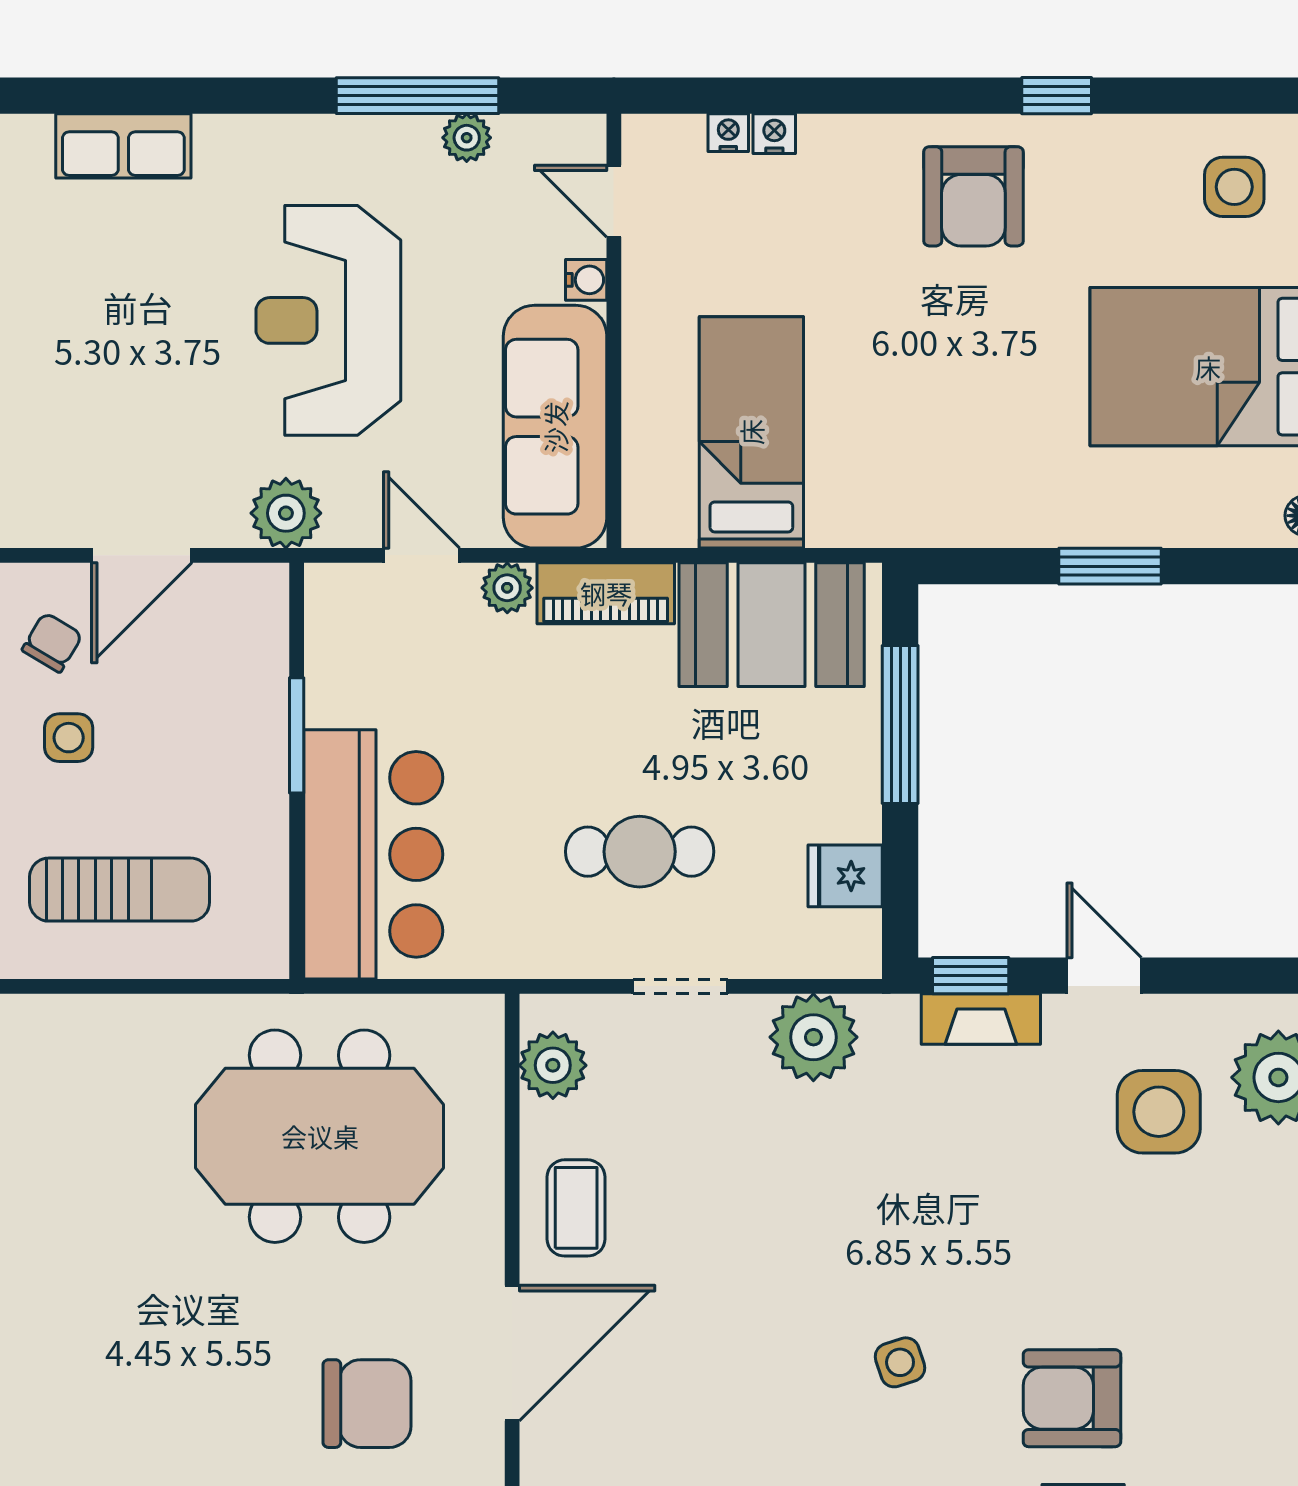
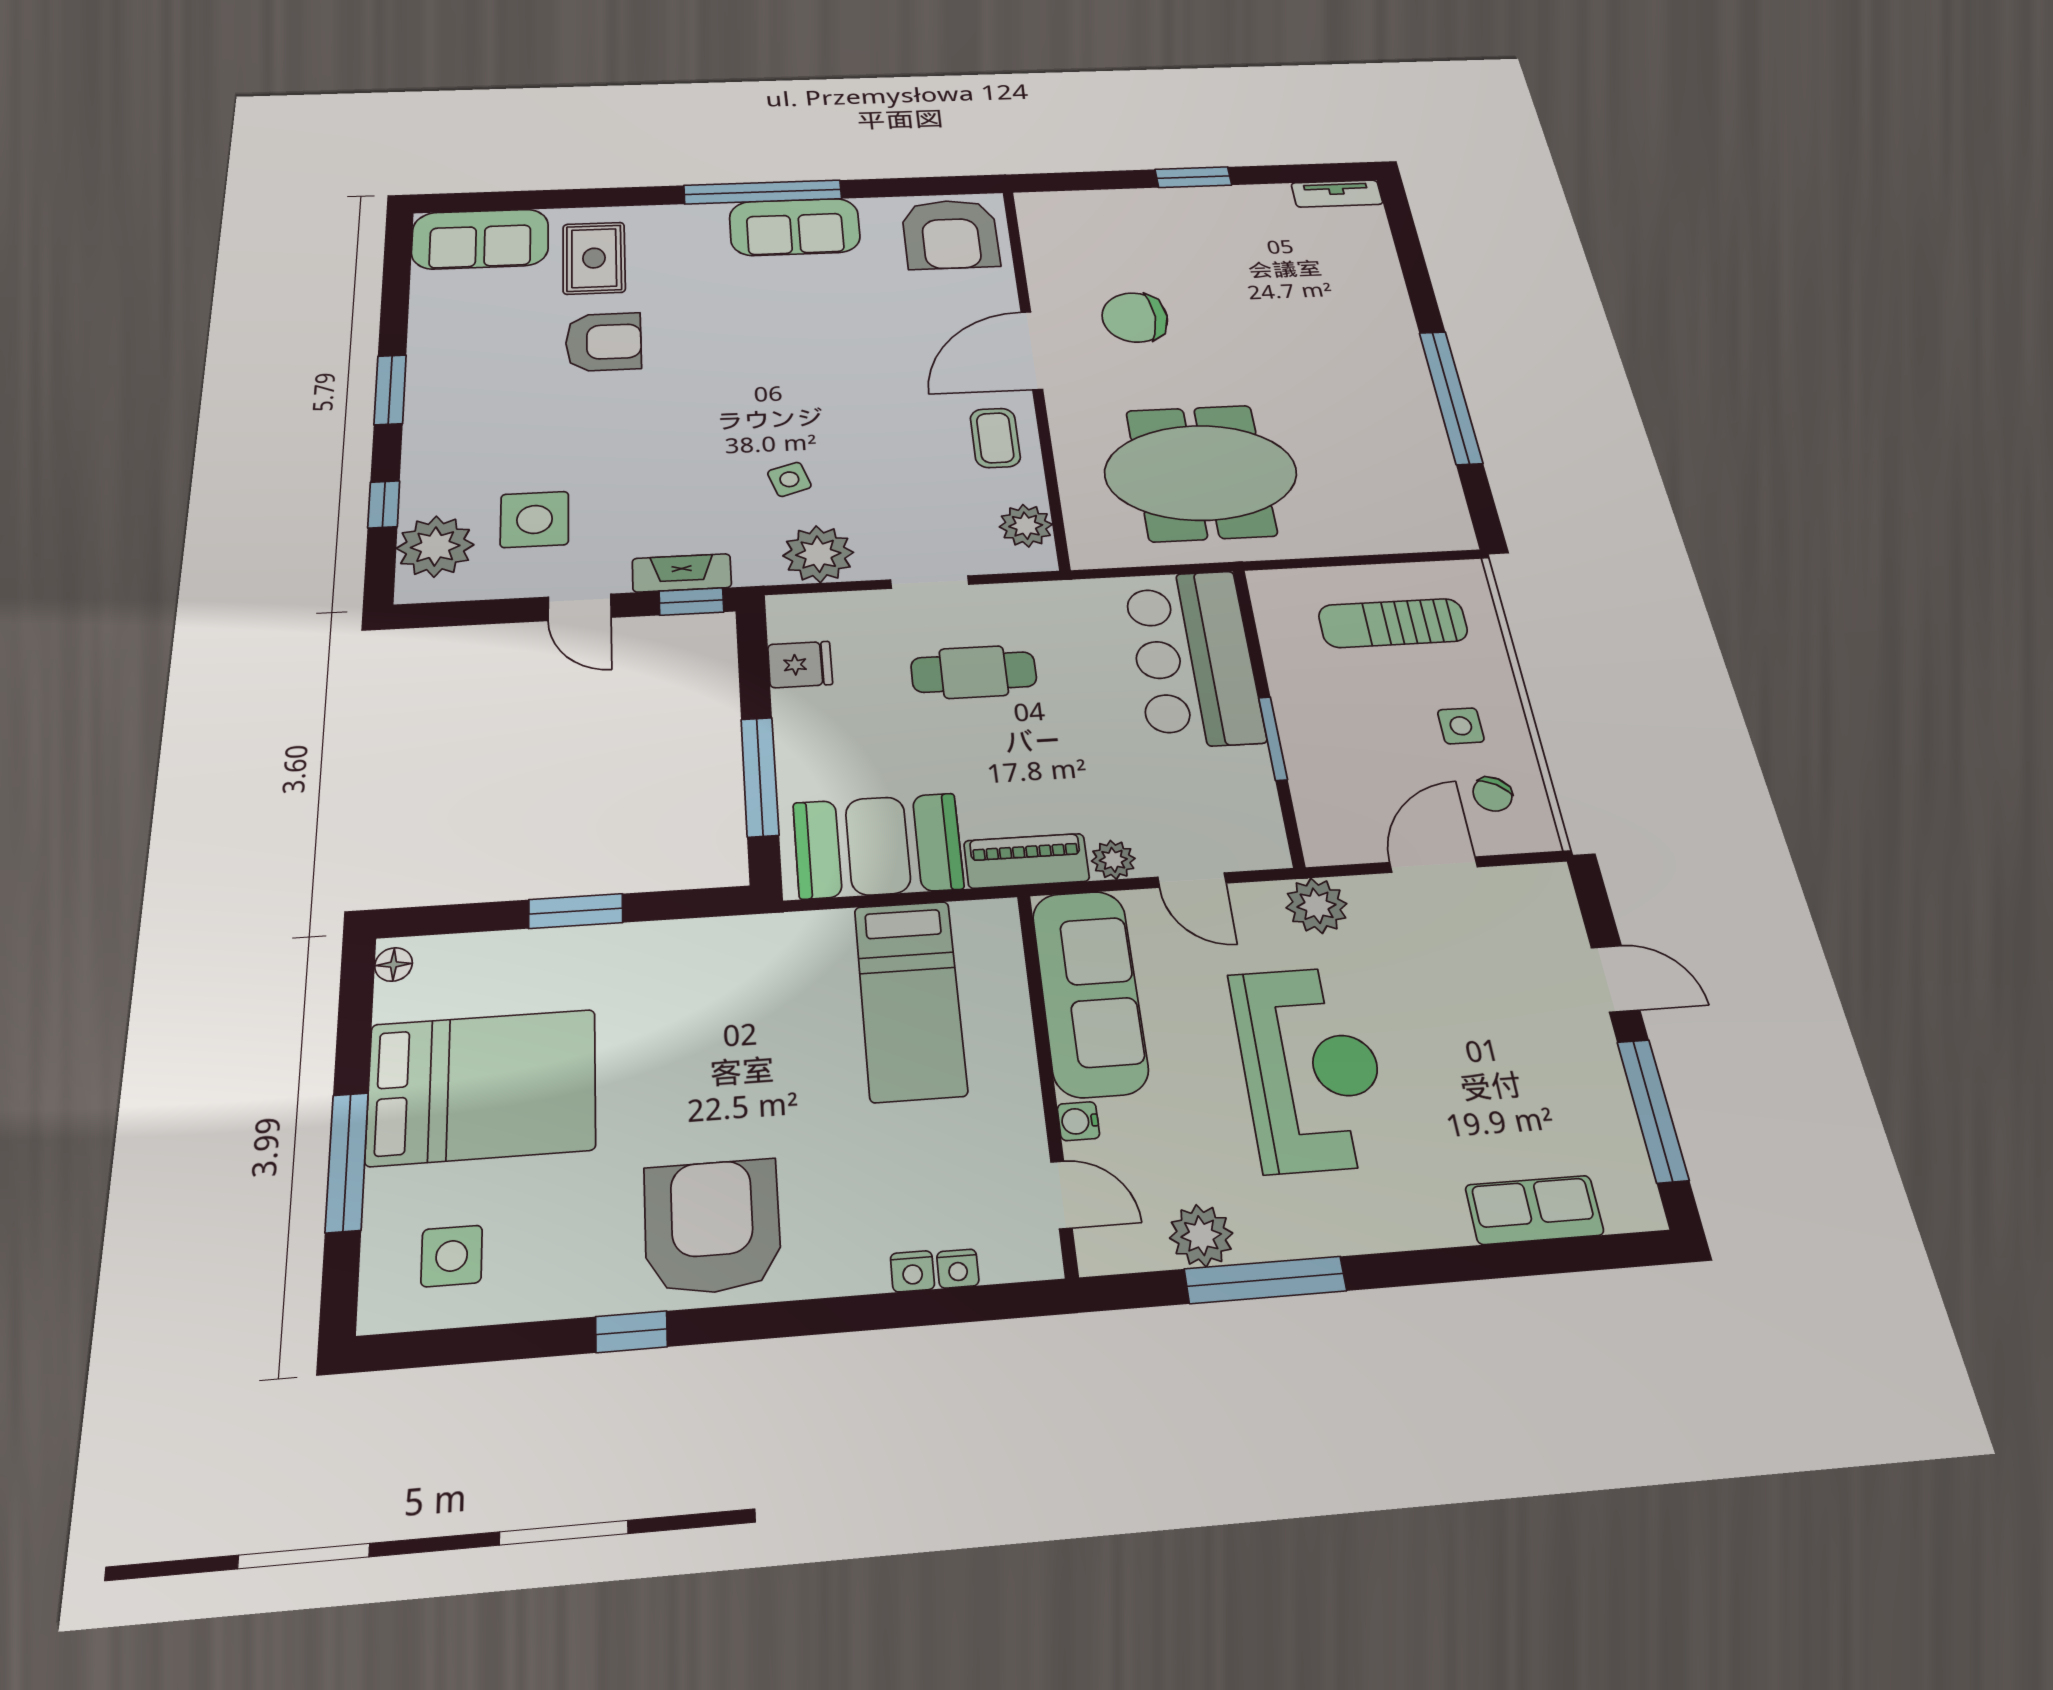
plant: (467, 138) -> (1201, 1236), width x1.38, depth x1.38
armchair: (973, 196) -> (712, 1227), width x1.36, depth x1.36
side table: (900, 1362) -> (789, 479), moved

